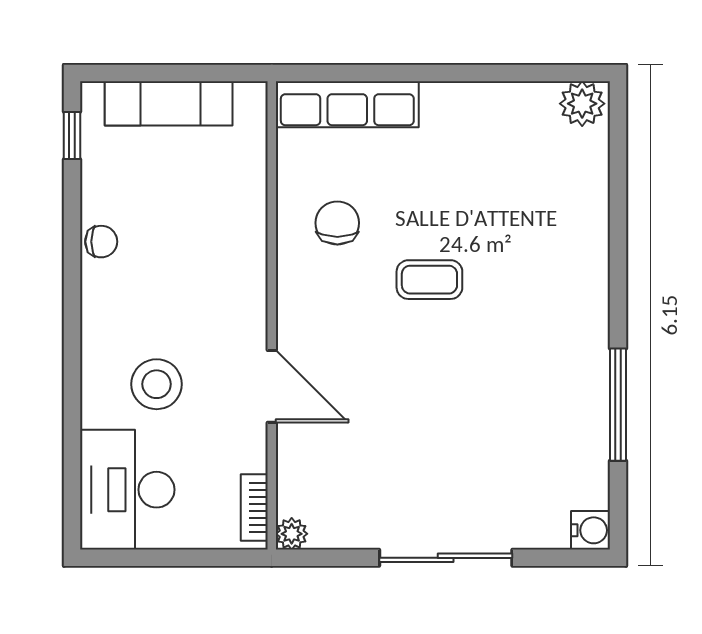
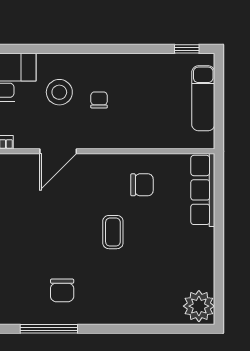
plant: (582, 104) -> (199, 306), width x1.36, depth x1.36
chair: (101, 242) -> (99, 100), moved, turned 180
chair: (543, 379) -> (62, 290), added

